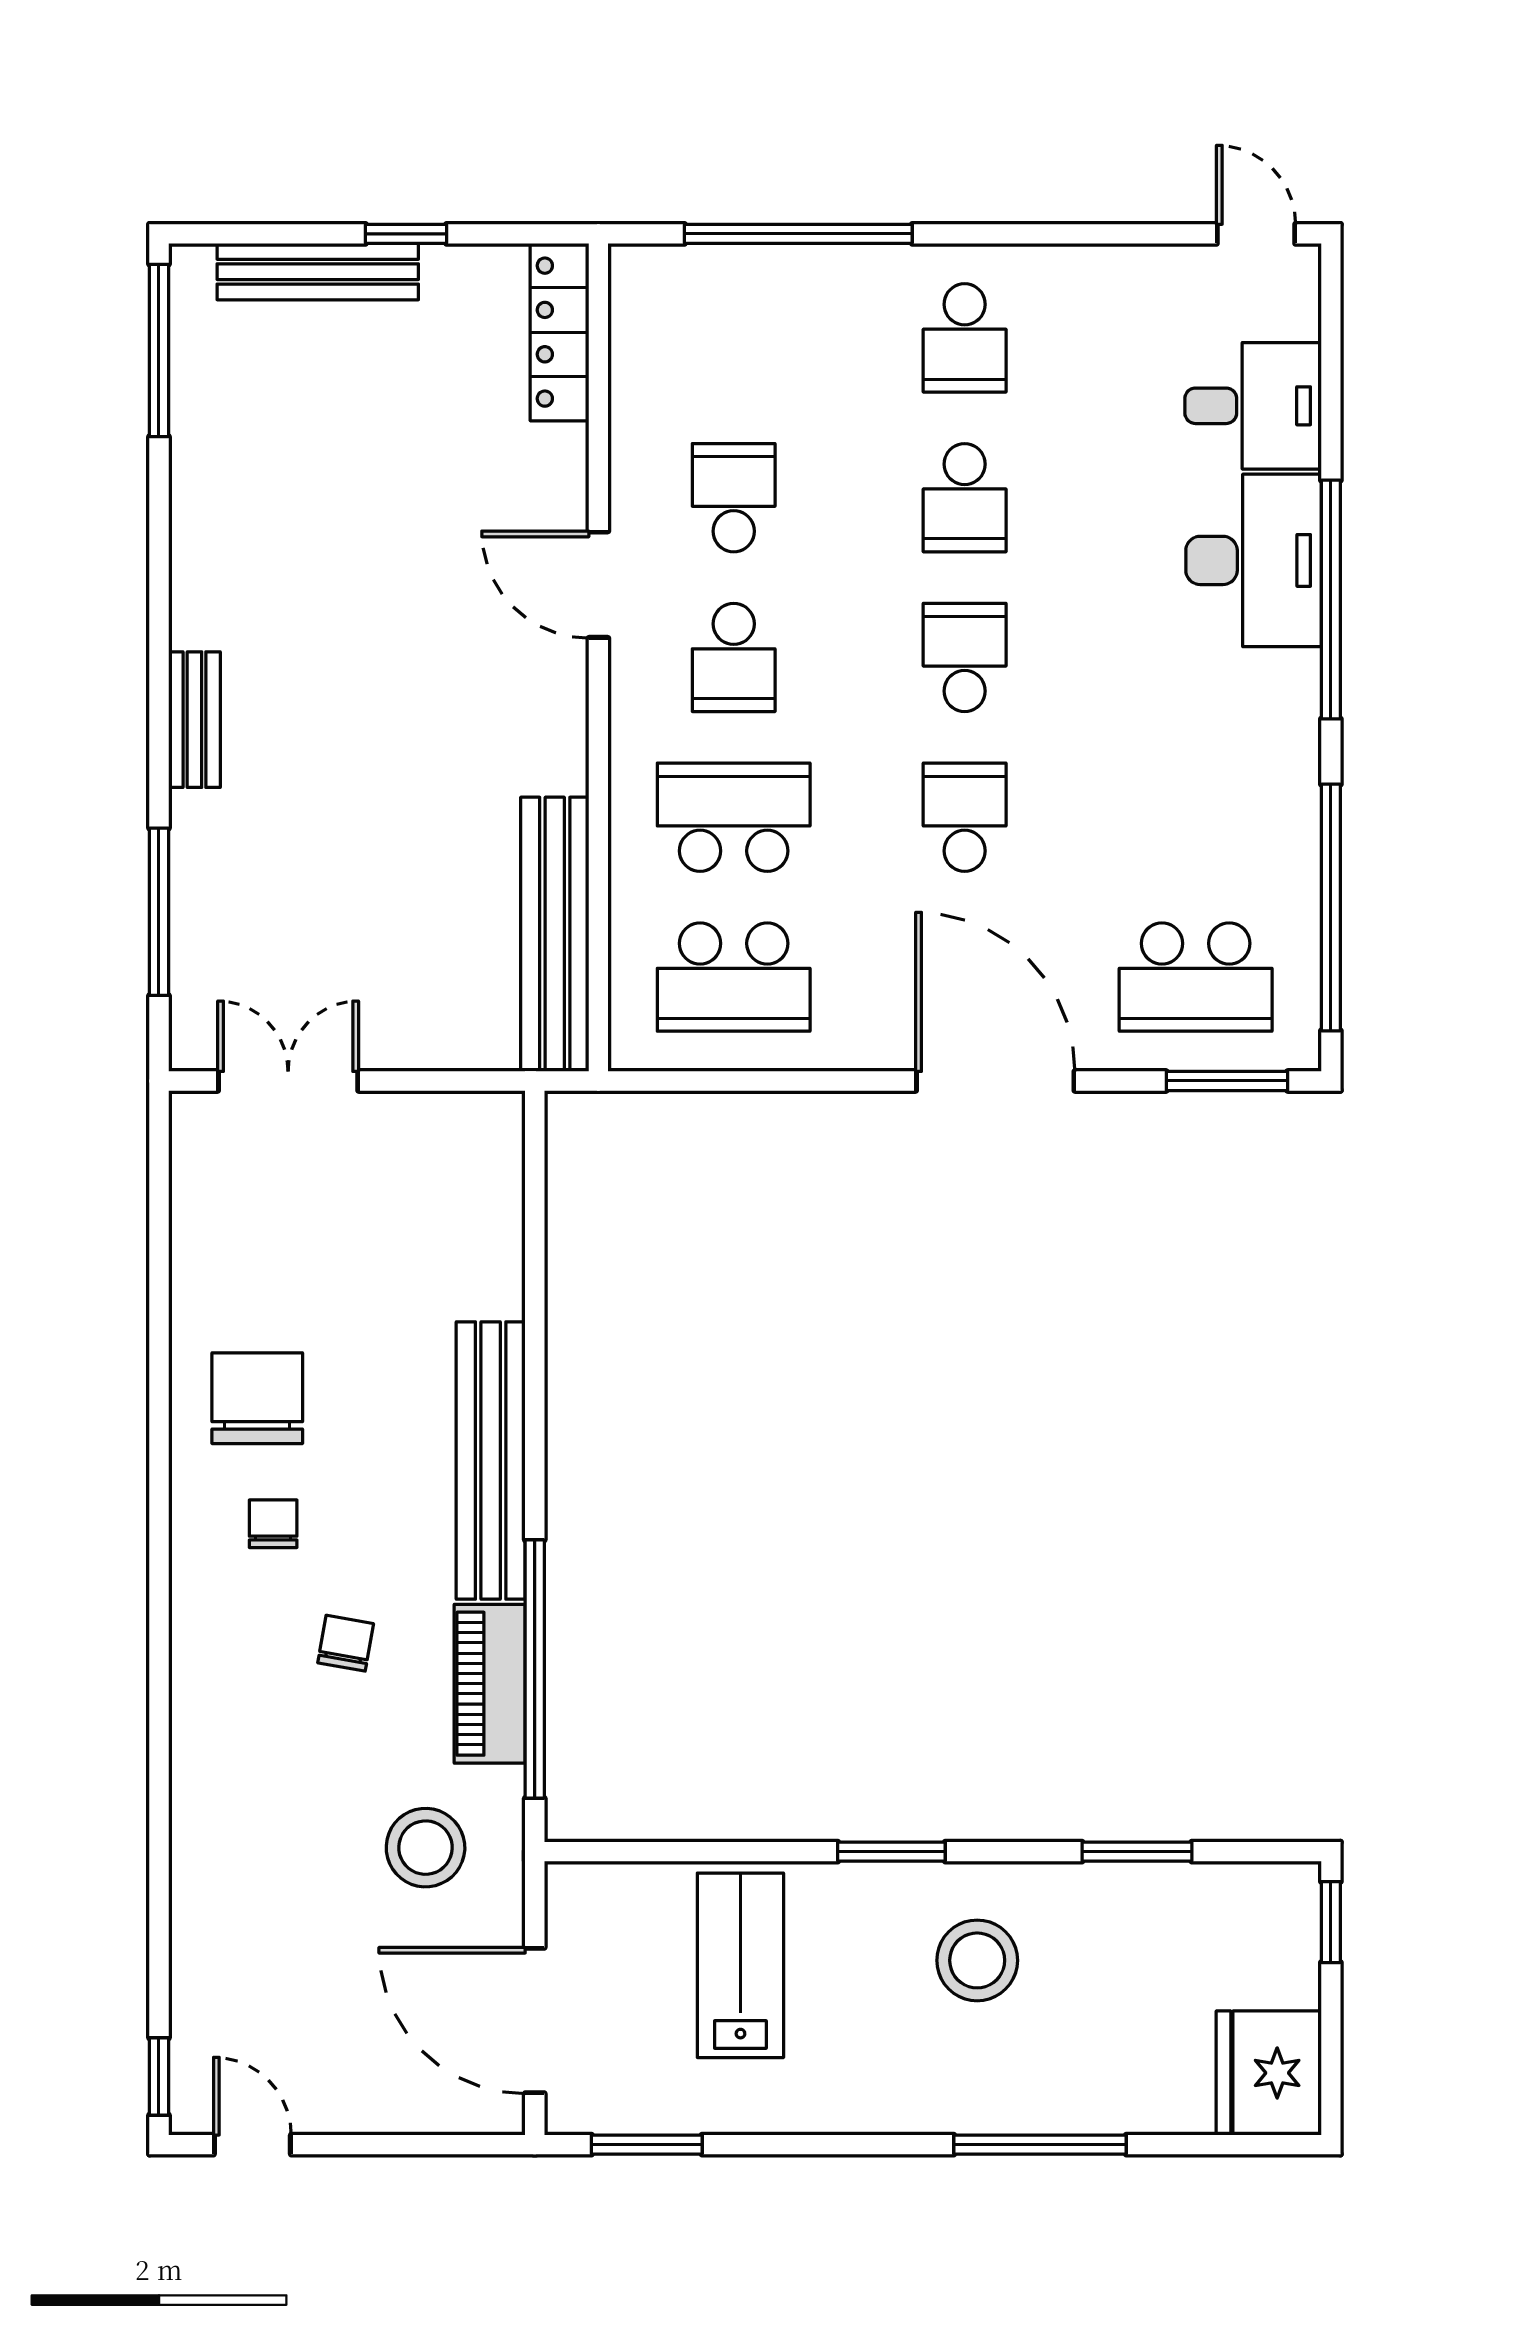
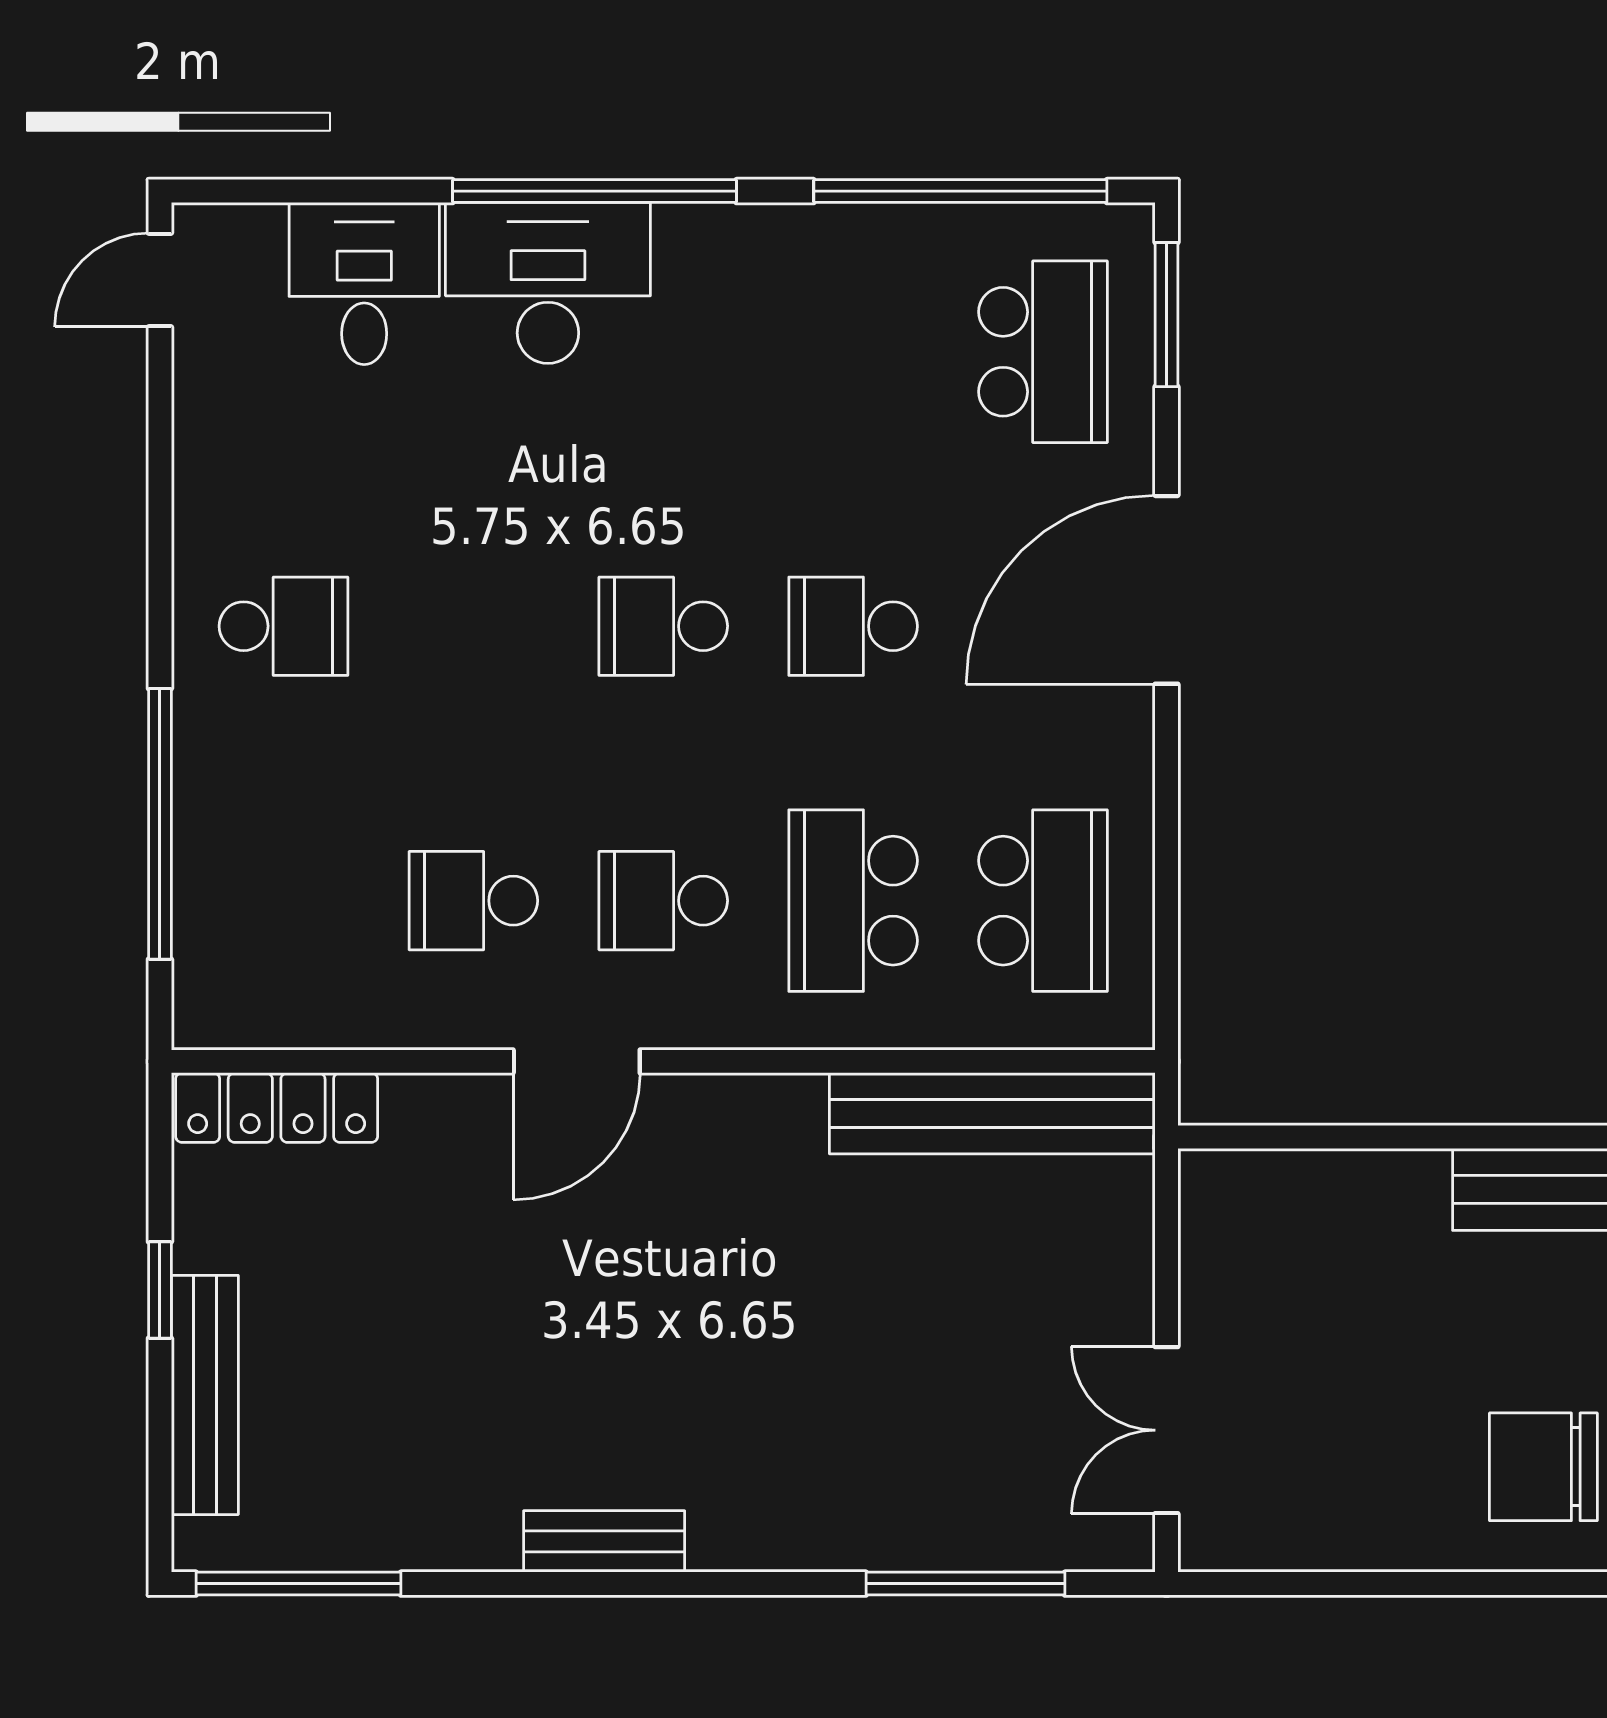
school desk: (965, 498) -> (473, 626), removed
school desk: (734, 657) -> (663, 901), turned 180
bench: (194, 720) -> (604, 1541), moved

